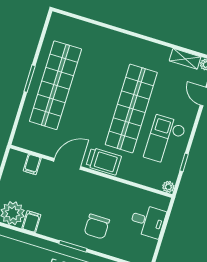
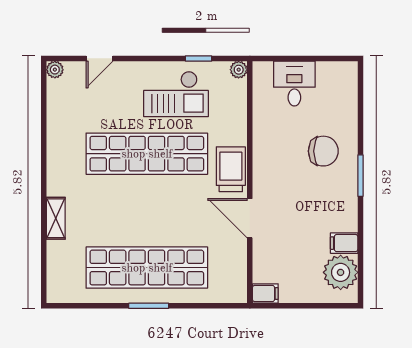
shelving: (185, 59) -> (56, 218), moved
filing cabinet: (32, 164) -> (265, 293), moved

